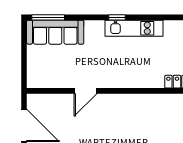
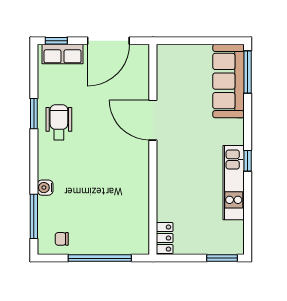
door: (85, 91) -> (153, 120), width x1.36

